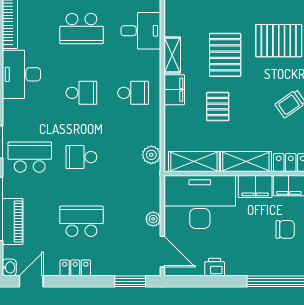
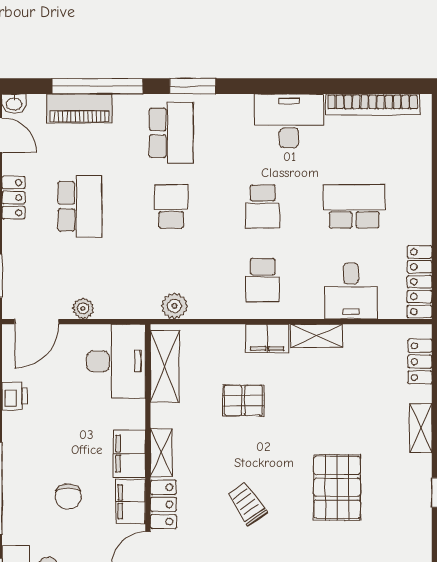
school desk: (81, 29) -> (354, 206), turned 90
pallet: (225, 55) -> (317, 411), removed
shelving: (246, 162) -> (161, 453), width x0.67, depth x0.75
desk: (200, 202) -> (116, 361), width x0.73, depth x0.77

